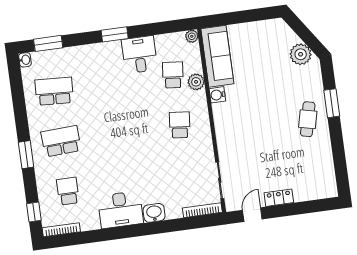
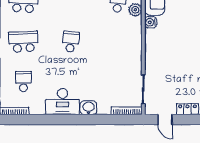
school desk: (180, 125) -> (71, 42), moved
door: (252, 215) -> (165, 120), swing flipped

